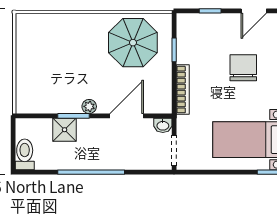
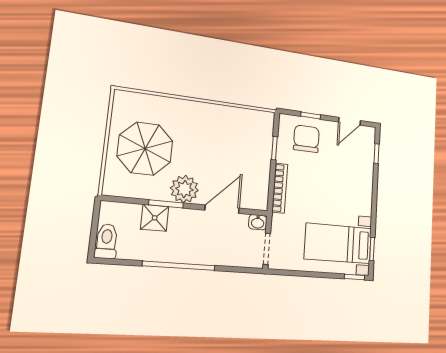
parasol: (133, 43) -> (145, 149), moved
chair: (243, 68) -> (306, 139), moved
plant: (89, 106) -> (184, 189), width x1.88, depth x1.88

